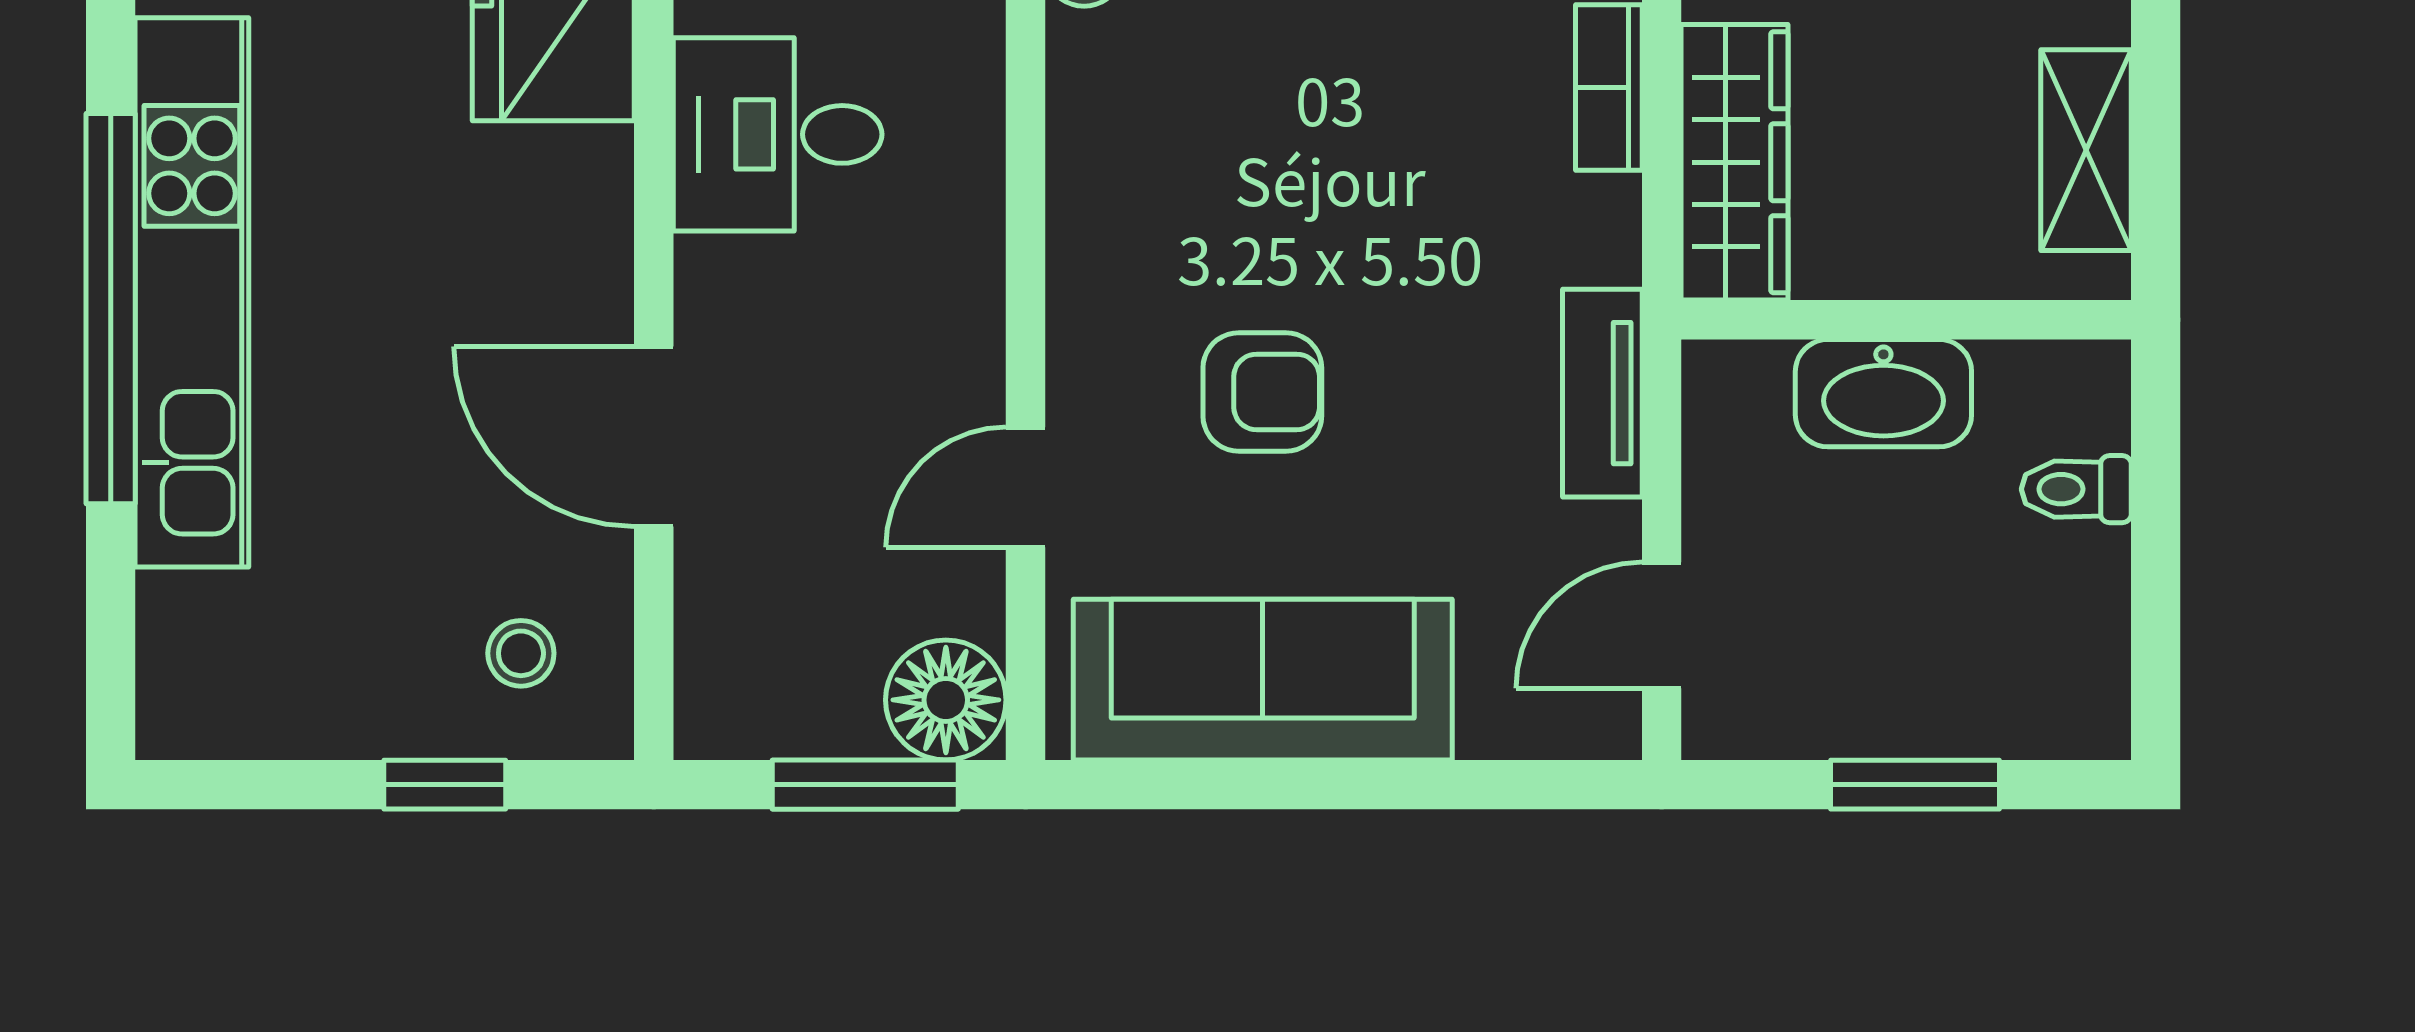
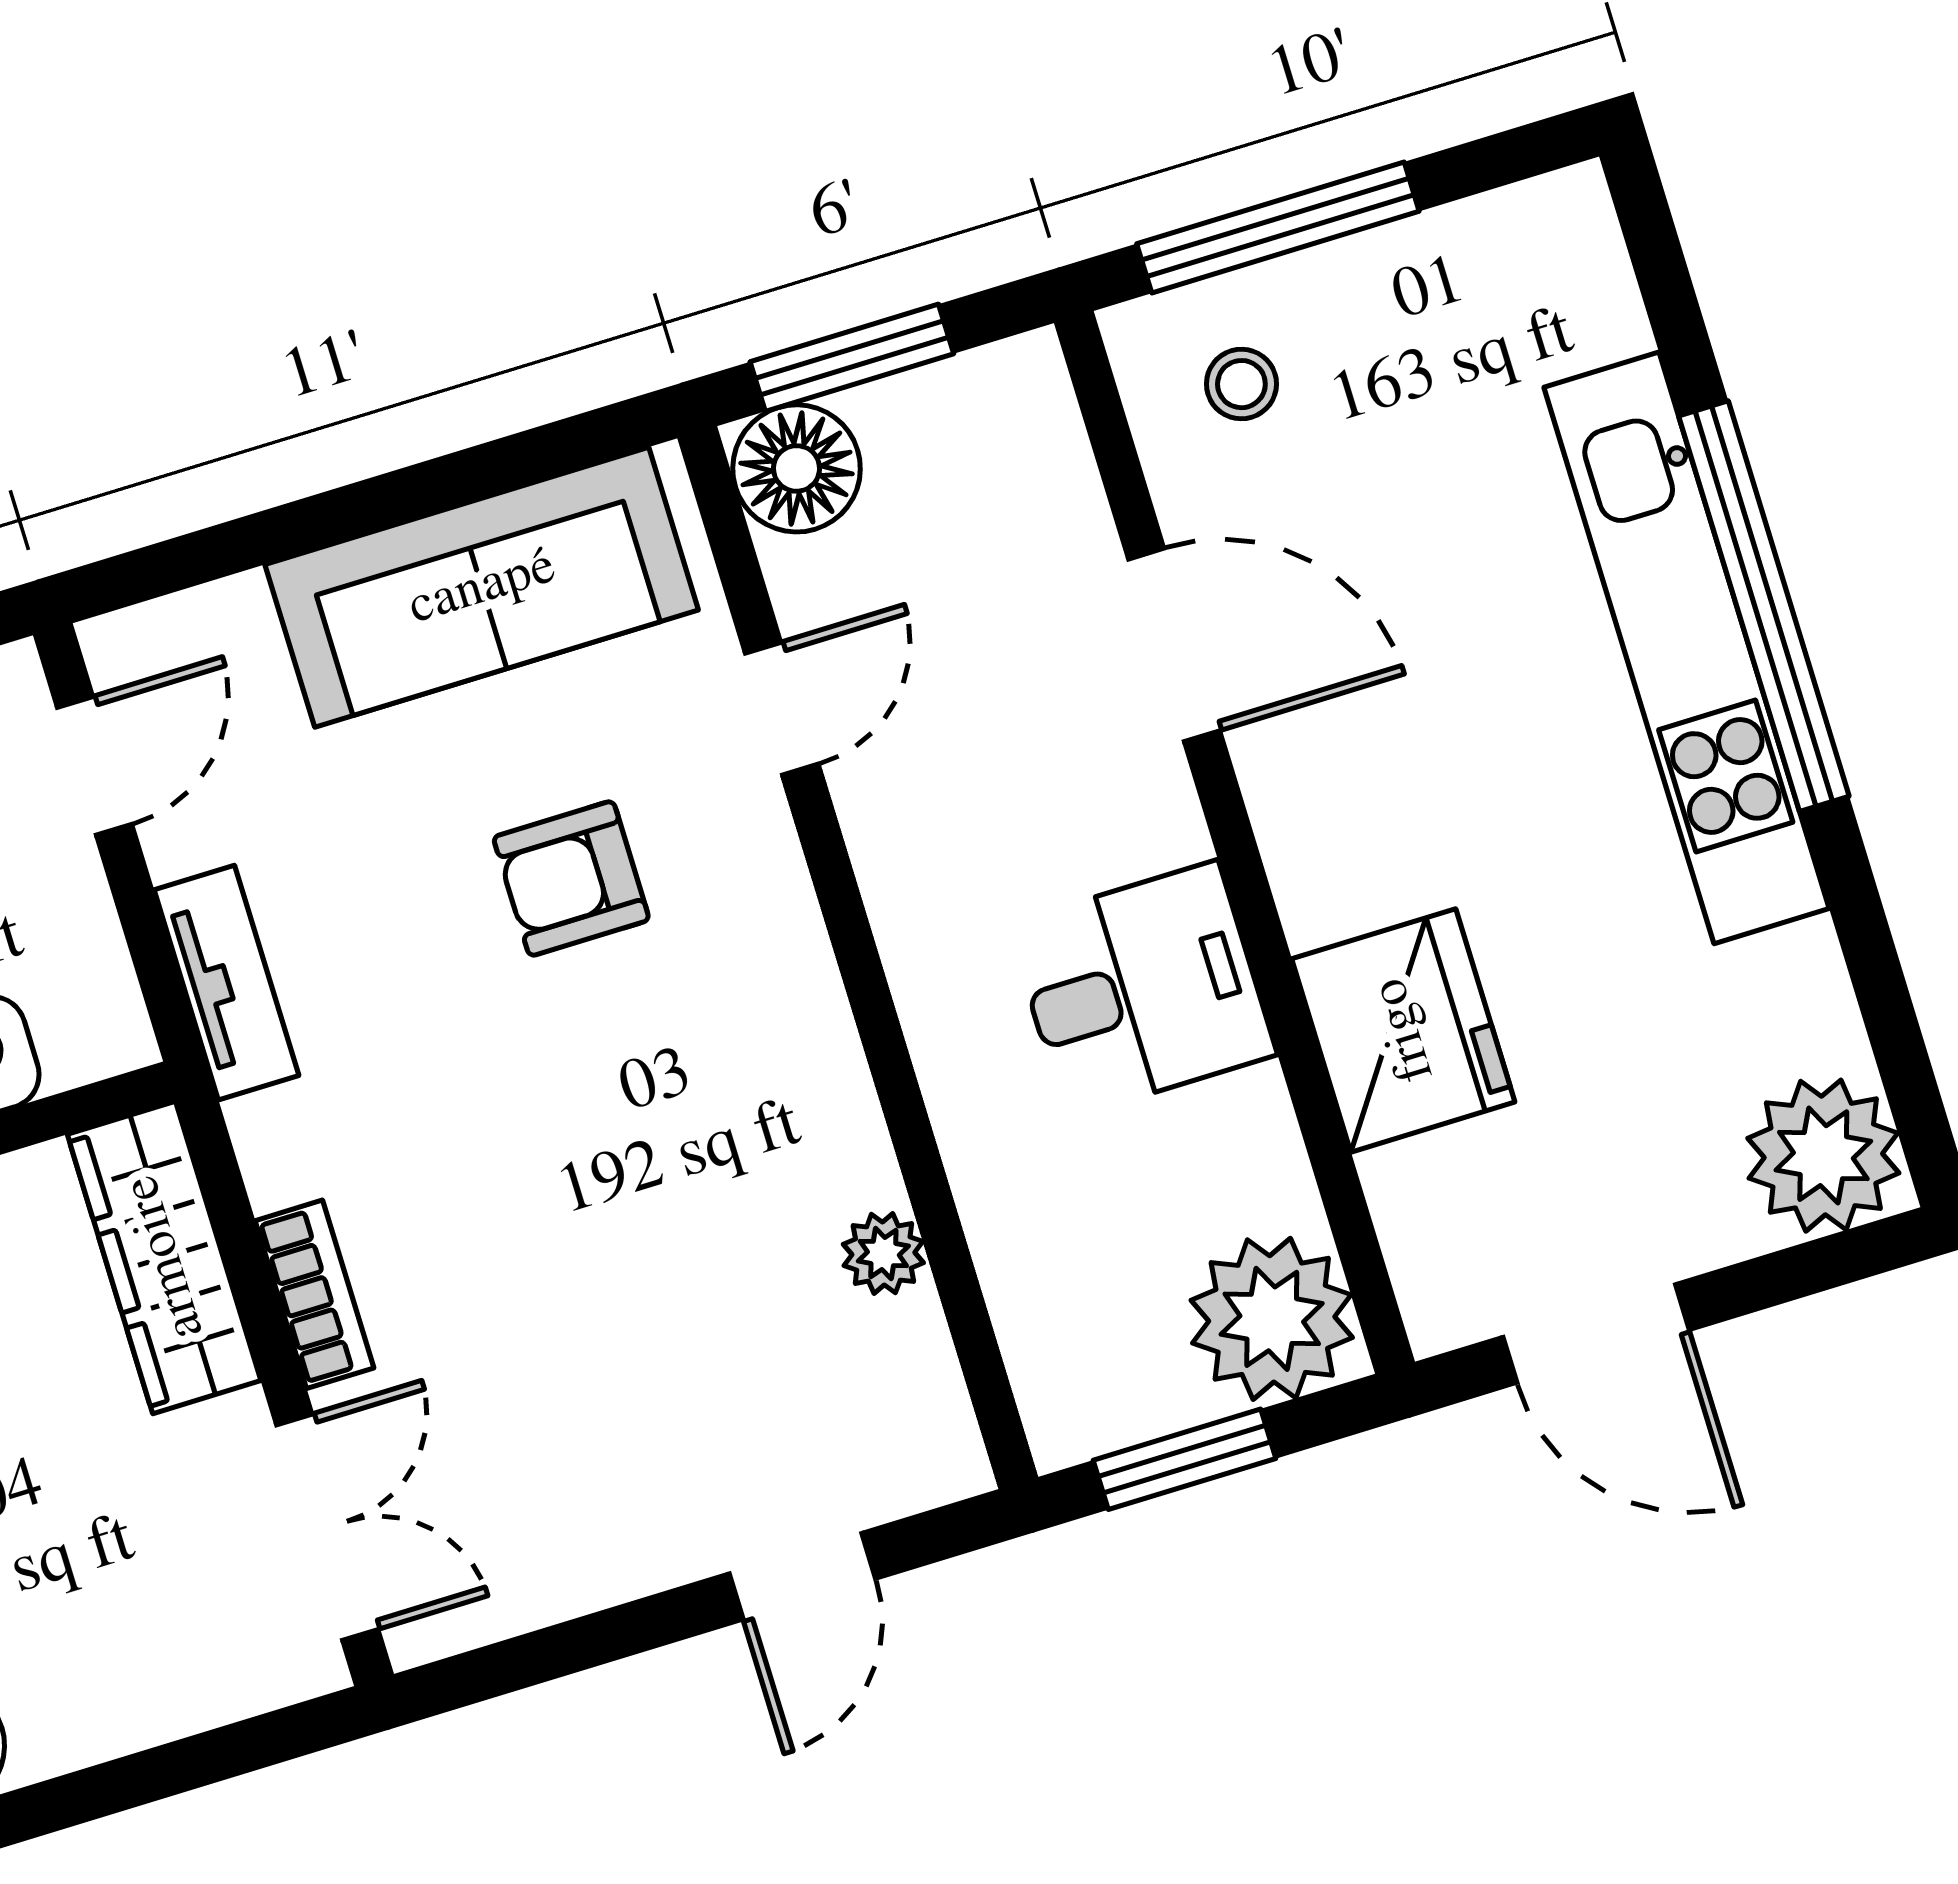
window: (445, 785) -> (1278, 228), width x2.17

